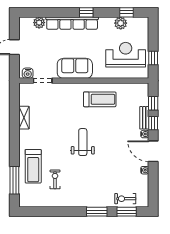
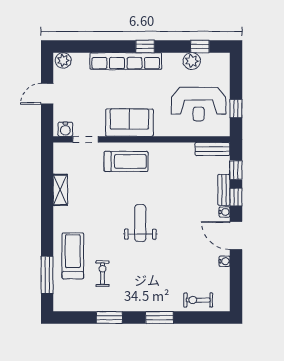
plant: (39, 23) -> (63, 60), moved
reception desk: (126, 55) -> (199, 104), turned 180
bench: (136, 88) -> (212, 149), added
treadmill: (100, 99) -> (126, 161), moved
treadmill: (33, 166) -> (73, 256), turned 180
window: (127, 212) -> (109, 318), moved

